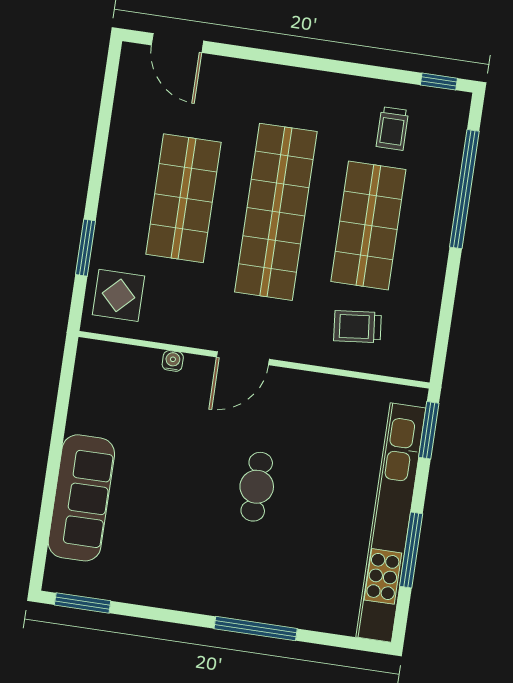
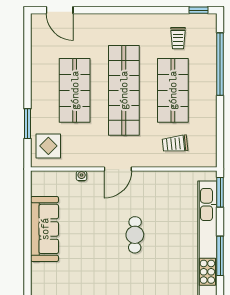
sofa: (81, 498) -> (45, 229), moved

